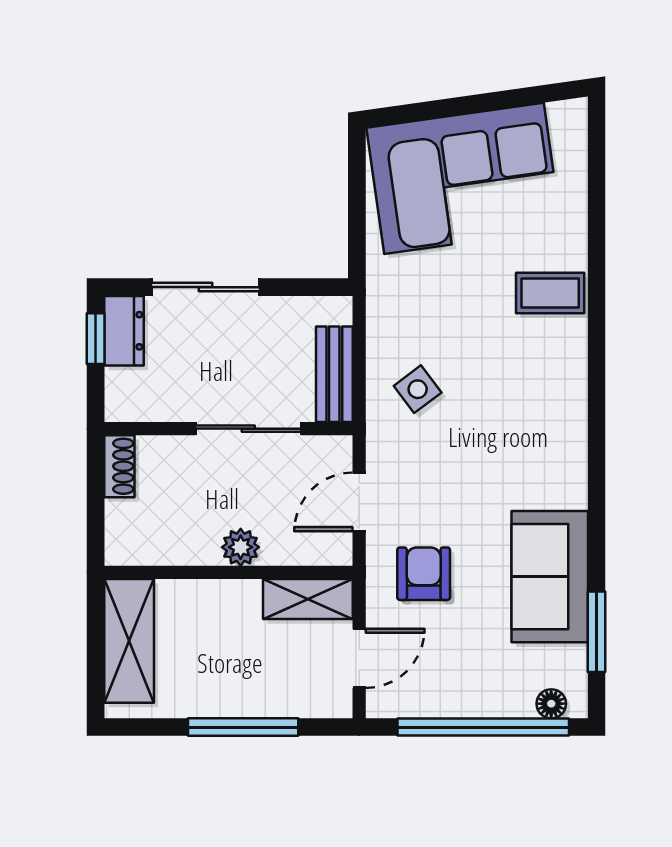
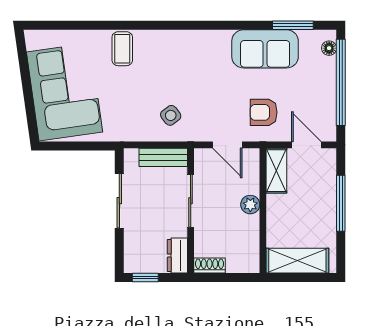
sliding door: (205, 287) -> (119, 201), moved
dresser: (124, 331) -> (177, 256), moved, turned -90

